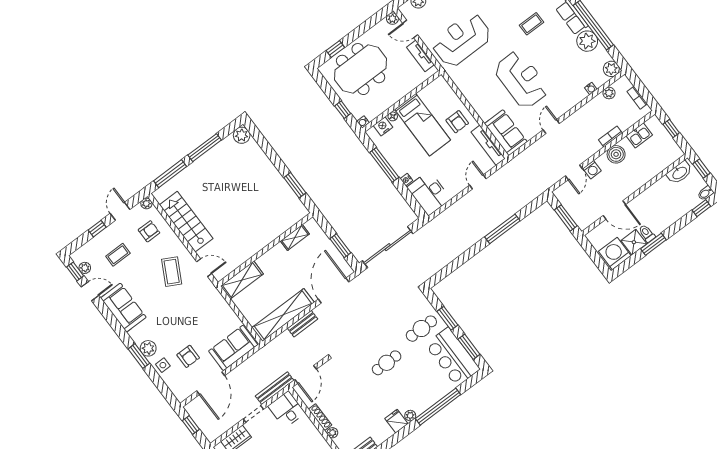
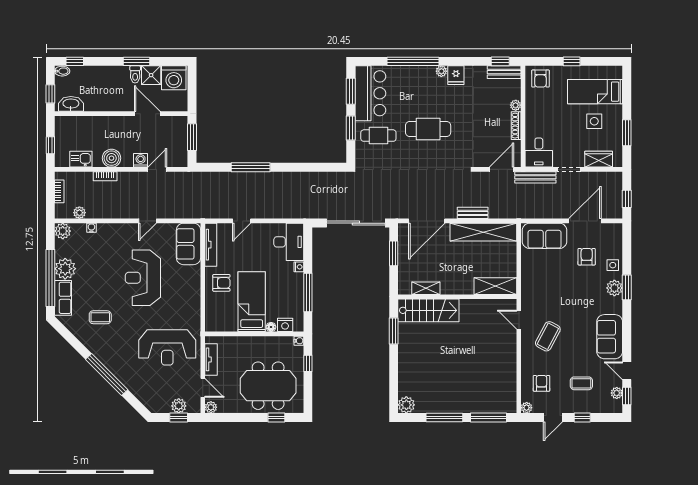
armchair: (457, 122) -> (221, 283), turned 90
stairs: (186, 222) -> (428, 310), moved, turned -90
armchair: (149, 231) -> (541, 383), turned 90
cafe table: (387, 363) -> (428, 129), width x1.37, depth x1.35

